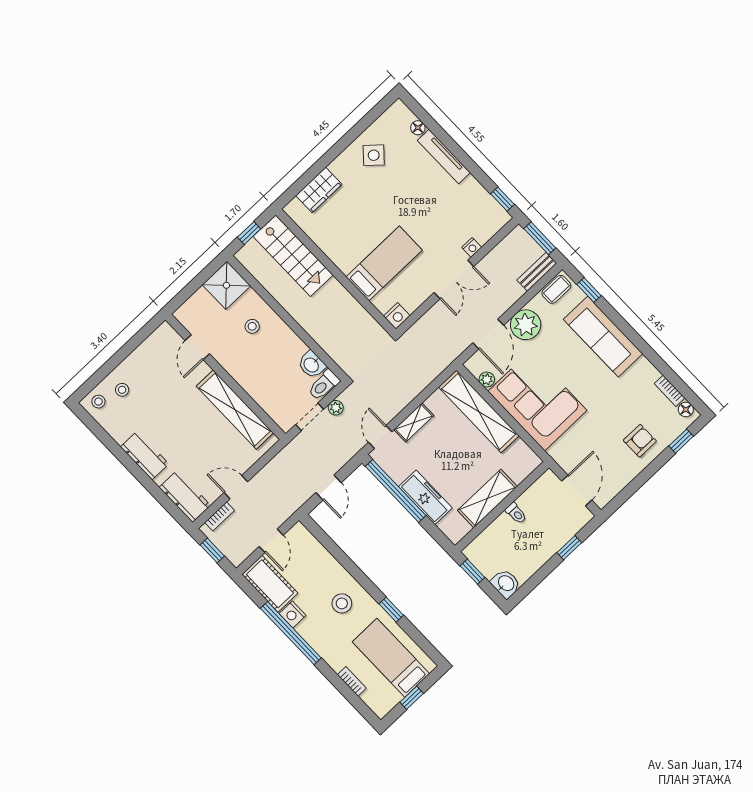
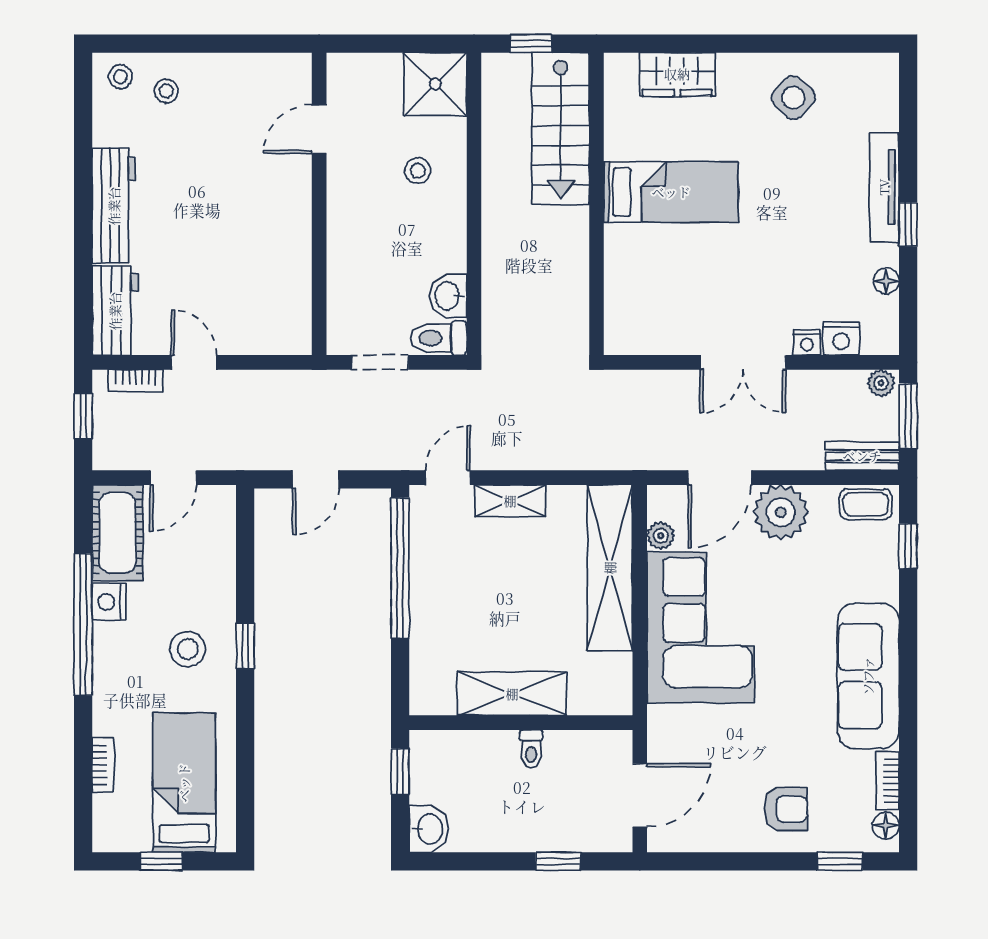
floor lamp: (418, 128) -> (886, 281), moved
window: (502, 199) -> (908, 224), moved
bed: (384, 263) -> (671, 192), moved
nightstand: (397, 316) -> (841, 339), moved
sofa: (603, 337) -> (868, 676), moved
plant: (336, 408) -> (881, 383), moved
shelving: (235, 410) -> (290, 259), removed
workbench: (145, 455) -> (114, 206), width x1.38
freezer: (425, 497) -> (431, 614), removed
window: (391, 610) -> (245, 646), moved

